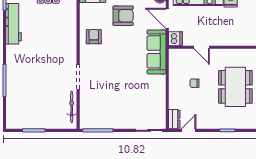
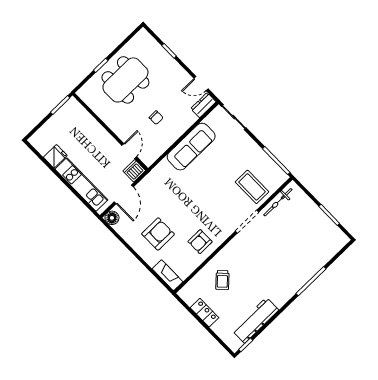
armchair: (123, 16) -> (158, 234), turned 90
trolley: (57, 28) -> (222, 280), added
door: (202, 47) -> (129, 151), moved
sofa: (156, 52) -> (191, 147), moved
coffee table: (96, 100) -> (252, 187), added

